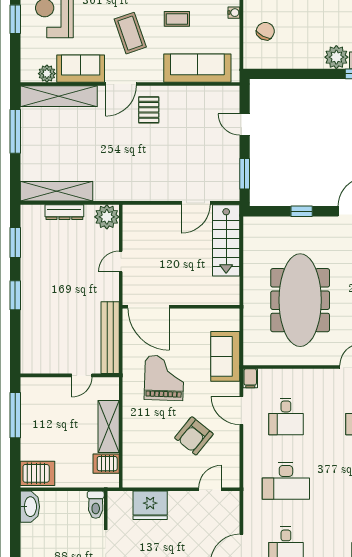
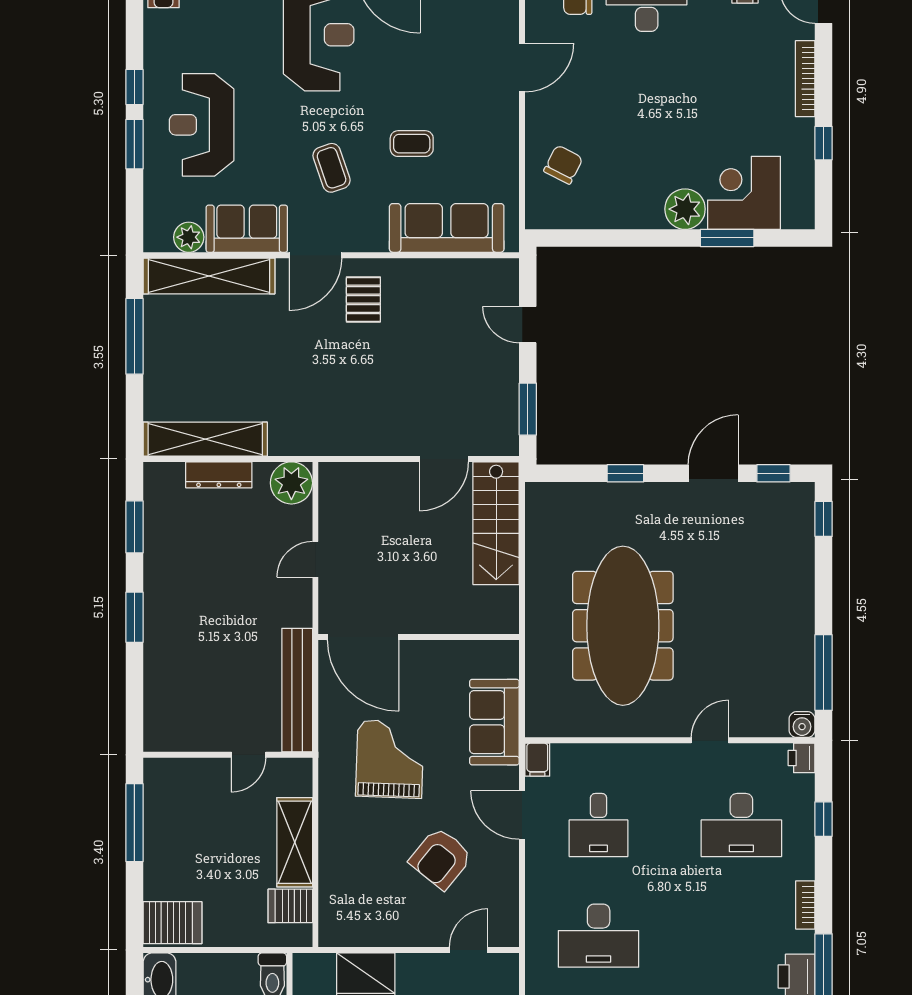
water cooler: (234, 13) -> (509, 133), removed
coffee table: (130, 33) -> (332, 168), width x0.73, depth x0.77

